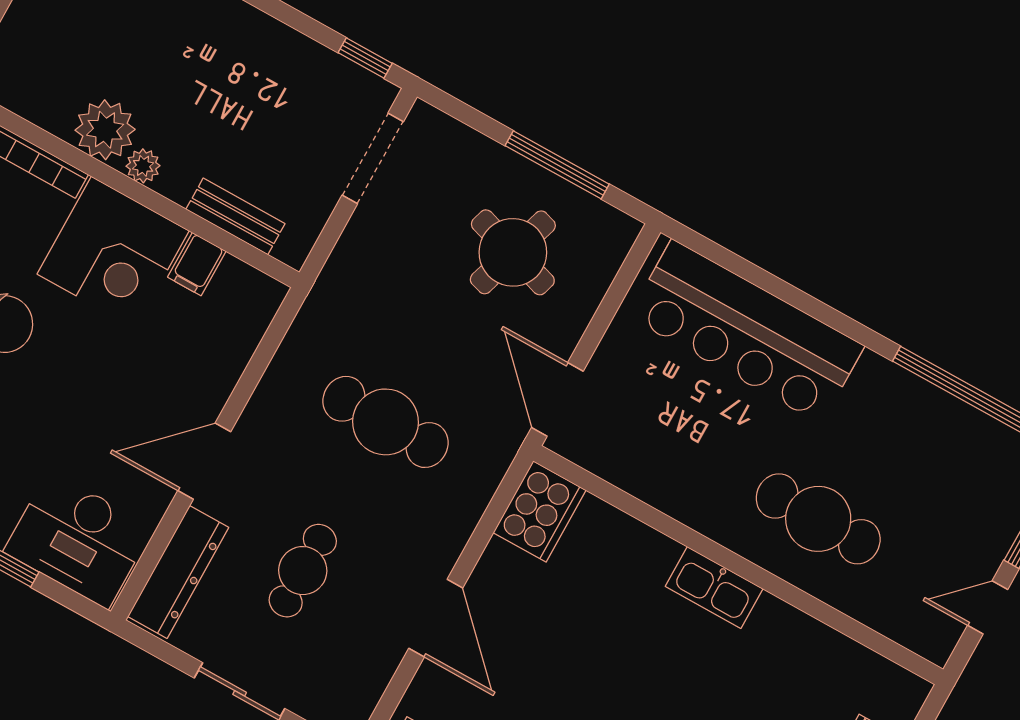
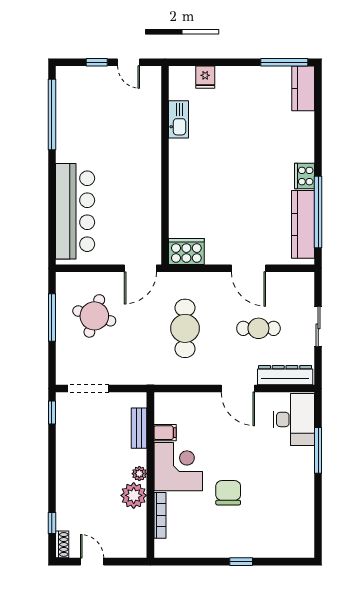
cafe table: (818, 519) -> (131, 145), removed
kitchen sink: (714, 587) -> (178, 119), moved
door: (436, 618) -> (248, 268), swing flipped

